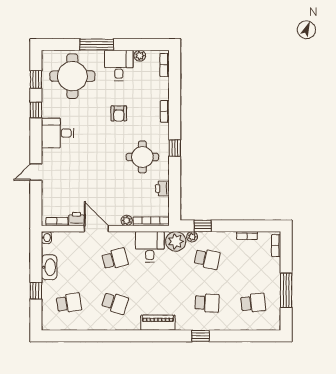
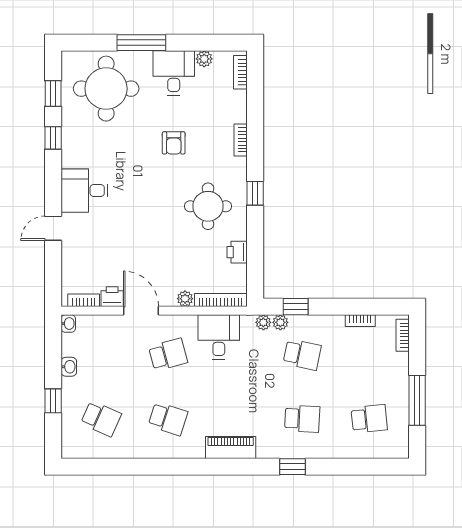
desk: (58, 133) -> (85, 191), moved
plant: (176, 241) -> (263, 322), width x0.53, depth x0.53
washbasin: (49, 267) -> (69, 367), width x0.52, depth x0.69
school desk: (69, 303) -> (101, 419), turned 33

